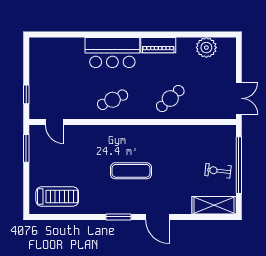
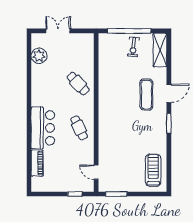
piano: (158, 45) -> (37, 163), moved
double door: (239, 98) -> (58, 31), moved
door: (55, 122) -> (96, 172), swing flipped
exercise mat: (131, 171) -> (146, 95), moved

